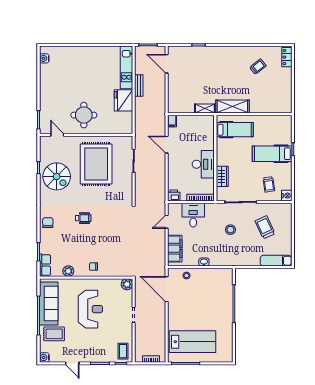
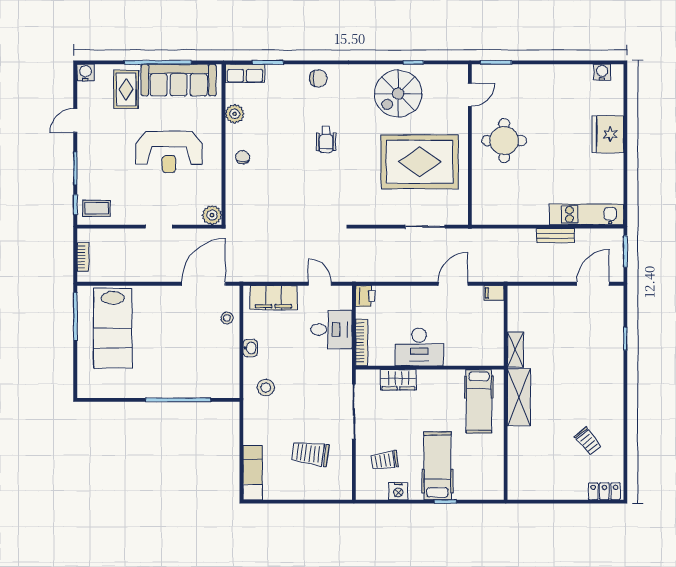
fridge: (123, 100) -> (608, 134), moved, turned -90
nightstand: (287, 196) -> (398, 491), moved
trolley: (265, 227) -> (310, 454), turned -147
stool: (230, 230) -> (266, 388), moved

